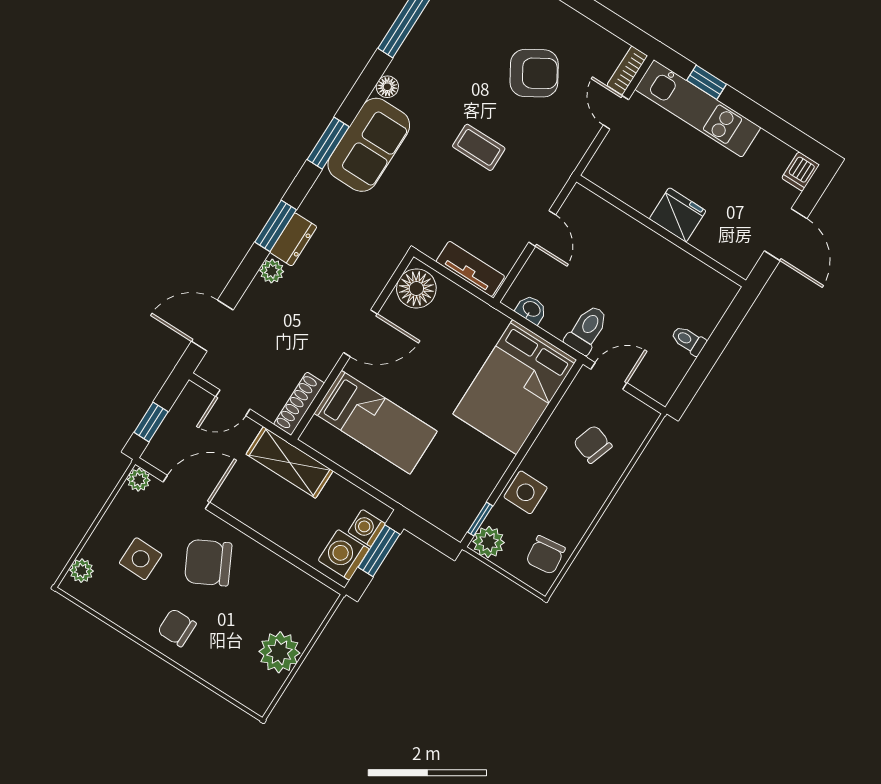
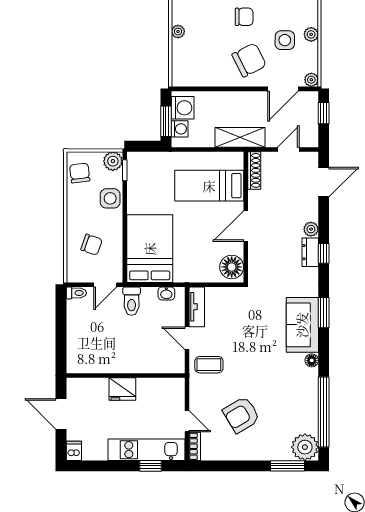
coffee table: (479, 147) -> (209, 365), moved
window: (276, 226) -> (324, 253), width x0.67
tv unit: (470, 269) -> (197, 307), moved, turned -90
toilet: (688, 340) -> (76, 293), moved
plant: (82, 571) -> (311, 34), moved
plant: (279, 652) -> (178, 32), width x0.53, depth x0.53

